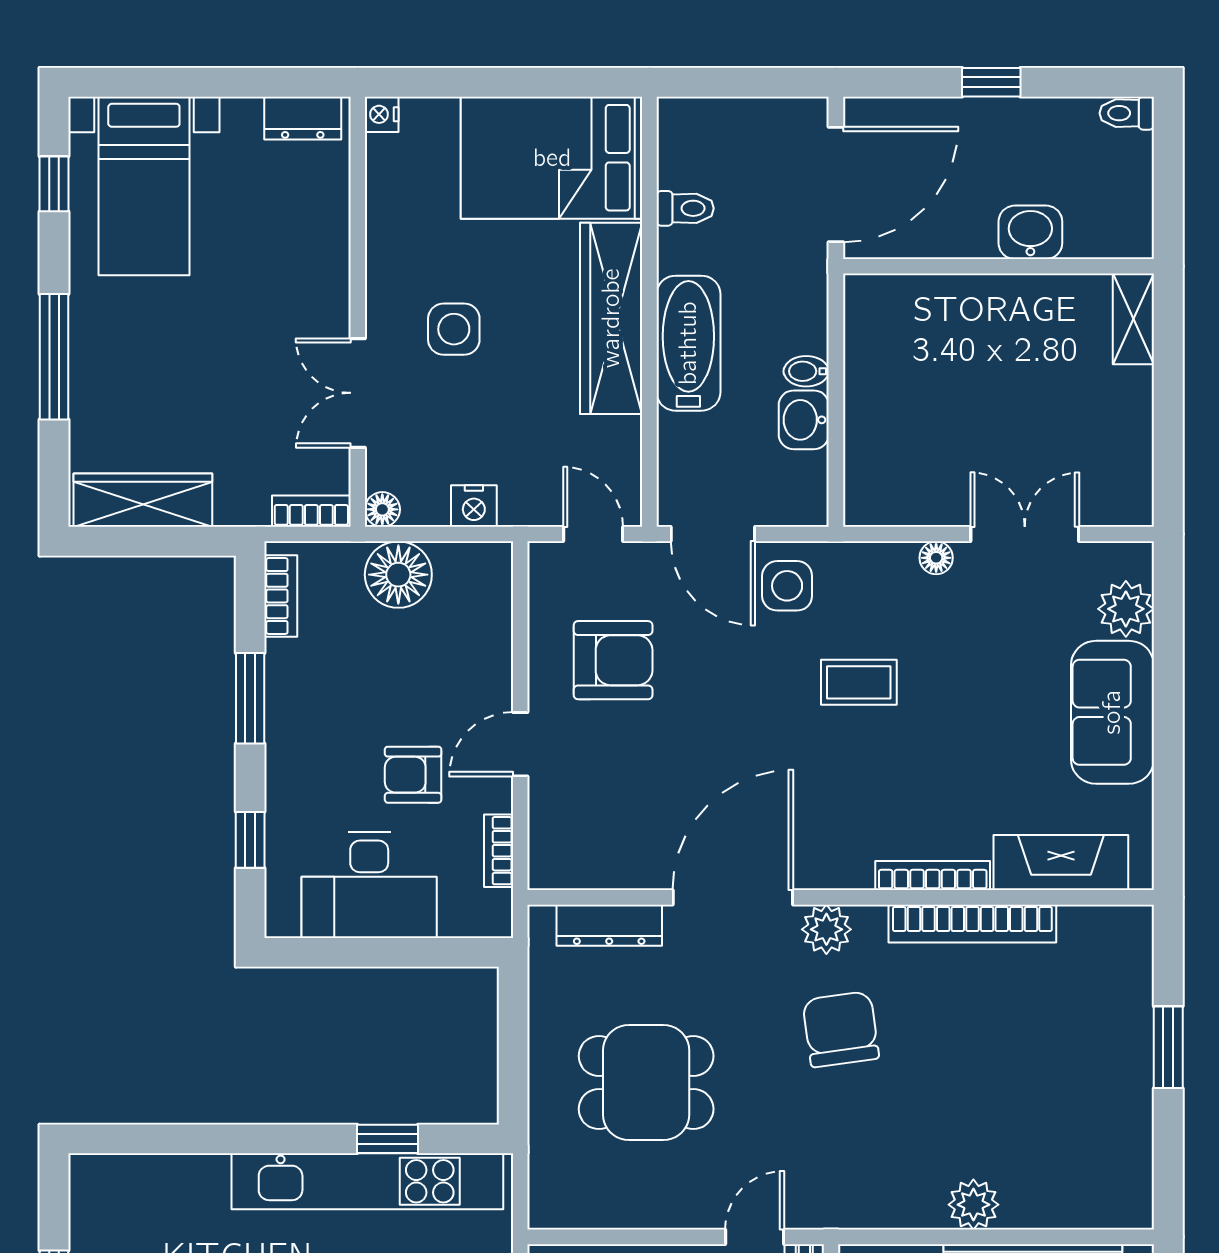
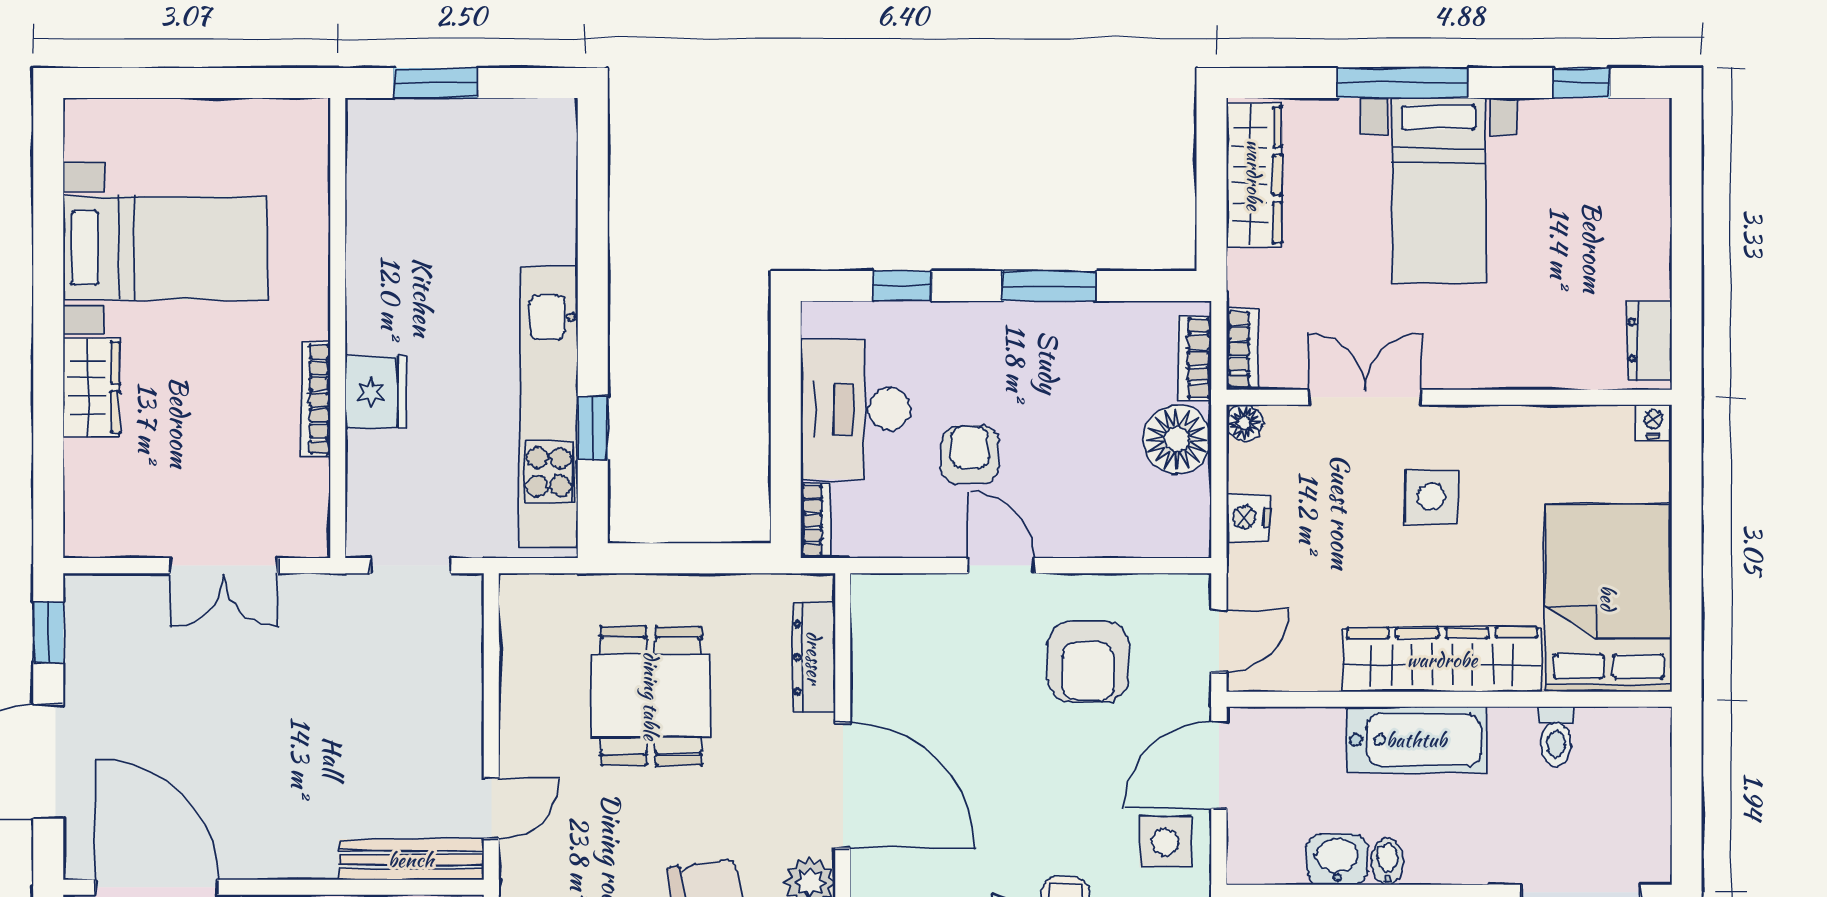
bed with nightstands: (144, 186) -> (1439, 190), moved, turned -90
bookcase: (281, 596) -> (1195, 358), moved, turned 90
bookcase: (499, 851) -> (816, 521), moved, turned 90
door: (755, 1237) -> (491, 808), hinge flipped

